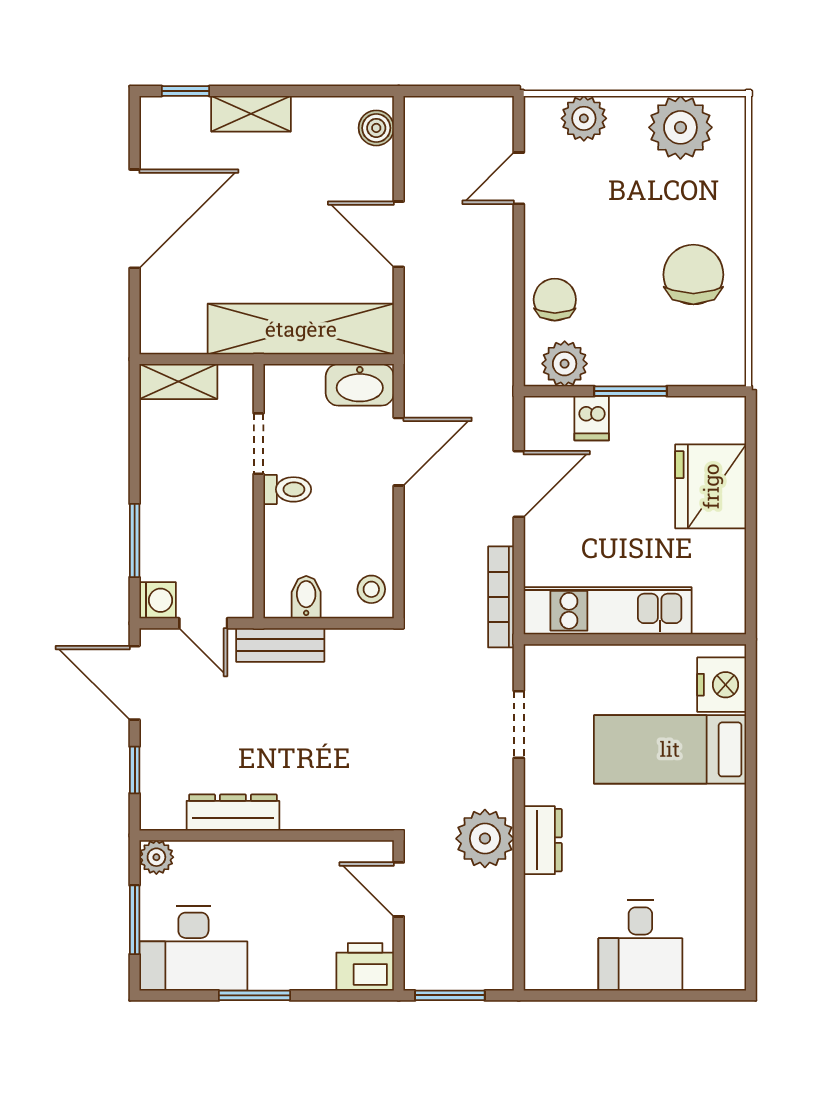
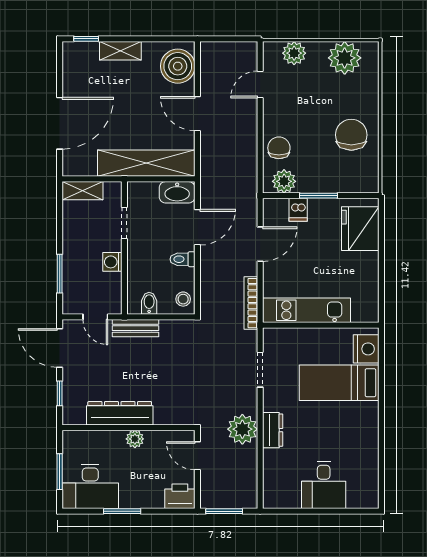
boiler: (376, 128) -> (178, 66), width x1.86, depth x1.86
door: (135, 219) -> (60, 123), moved
fridge: (711, 486) -> (360, 229), moved
toilet: (287, 489) -> (182, 259), moved, turned 180
washing machine: (158, 600) -> (112, 262), moved, turned 180
dresser: (233, 812) -> (120, 413), width x1.37, depth x1.24
plant: (156, 857) -> (135, 439), moved

